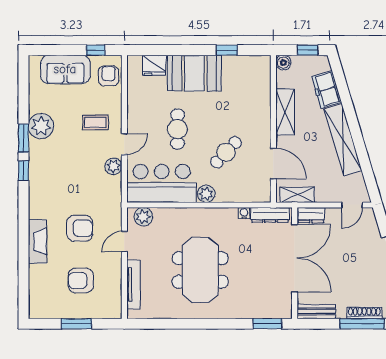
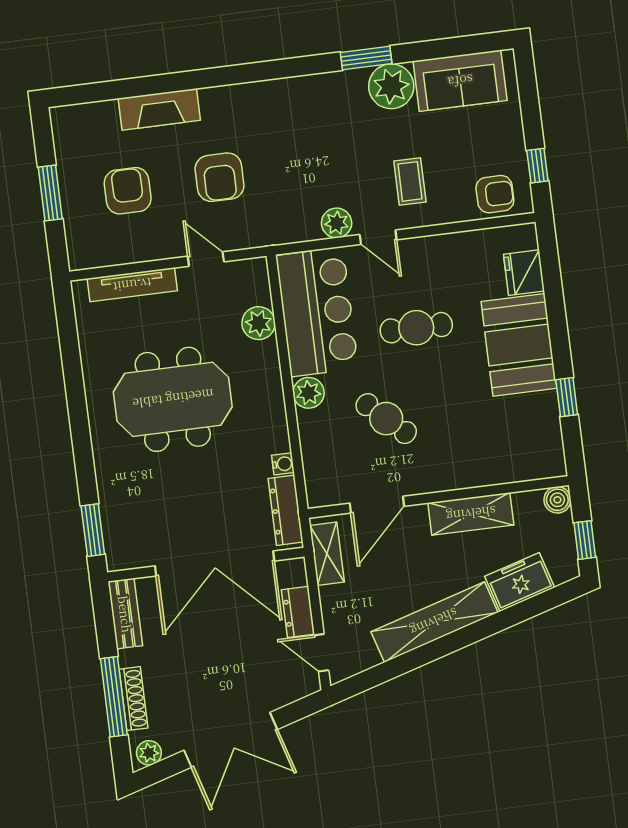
sofa: (65, 69) -> (460, 81), moved, turned -90
window: (24, 171) -> (309, 65), removed
dresser: (311, 215) -> (298, 612), moved
plant: (143, 217) -> (259, 323), moved
fireplace: (38, 241) -> (159, 109), moved

